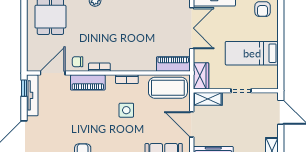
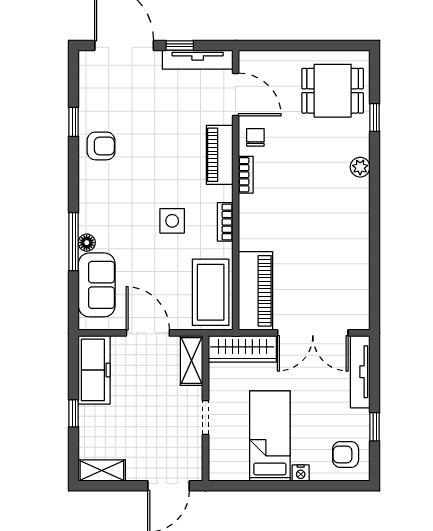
nightstand: (273, 35) -> (301, 473), added
piano: (173, 64) -> (255, 291), width x1.37, depth x1.33
wardrobe: (201, 76) -> (242, 349), width x1.50
window: (24, 88) -> (180, 45), moved
door: (192, 124) -> (148, 333), hinge flipped

